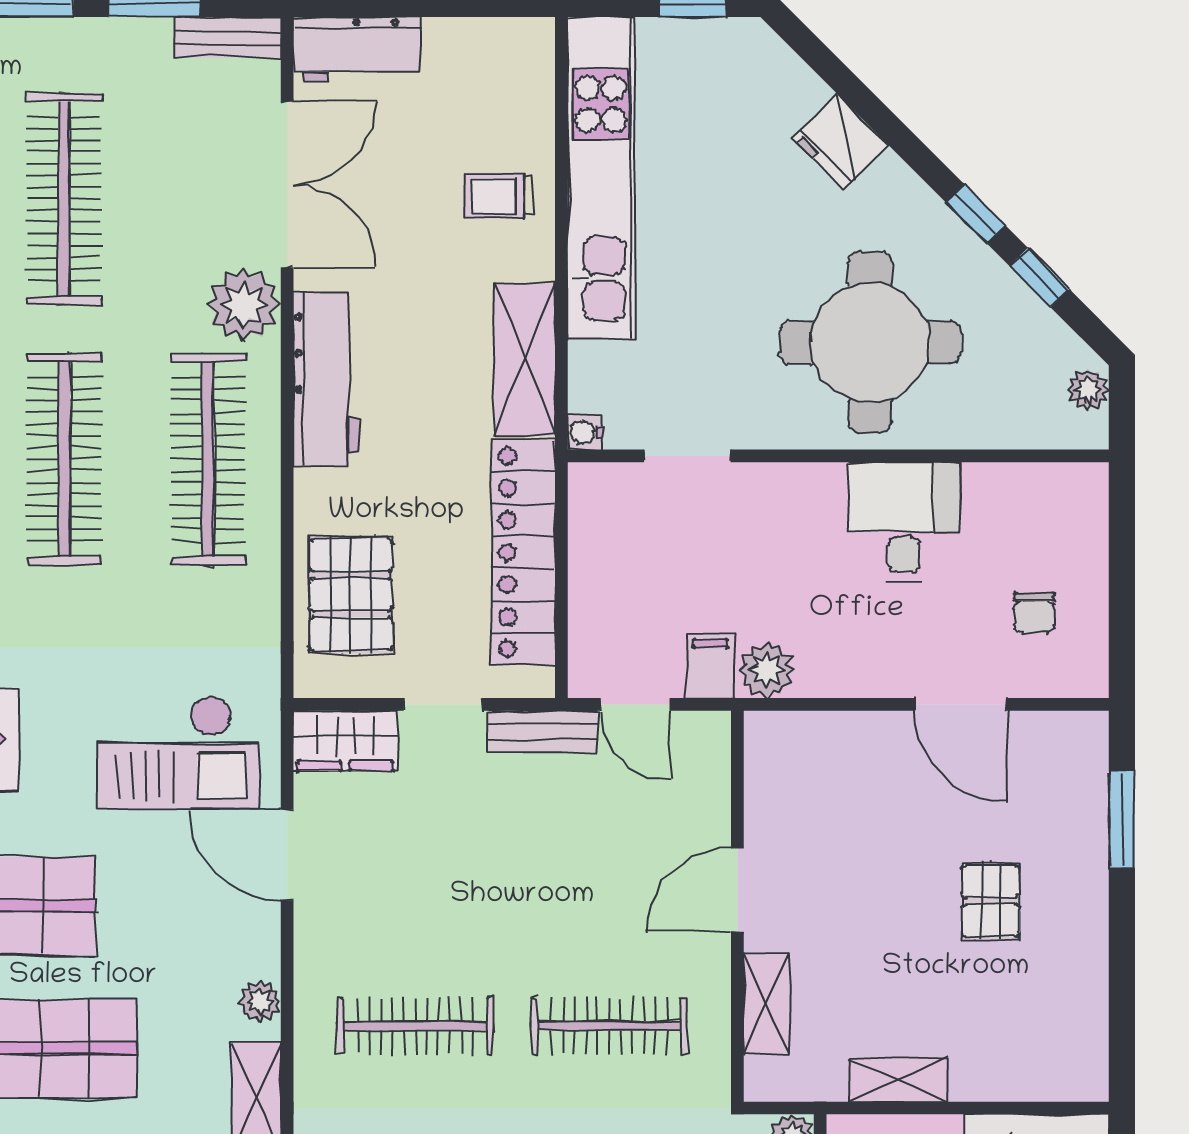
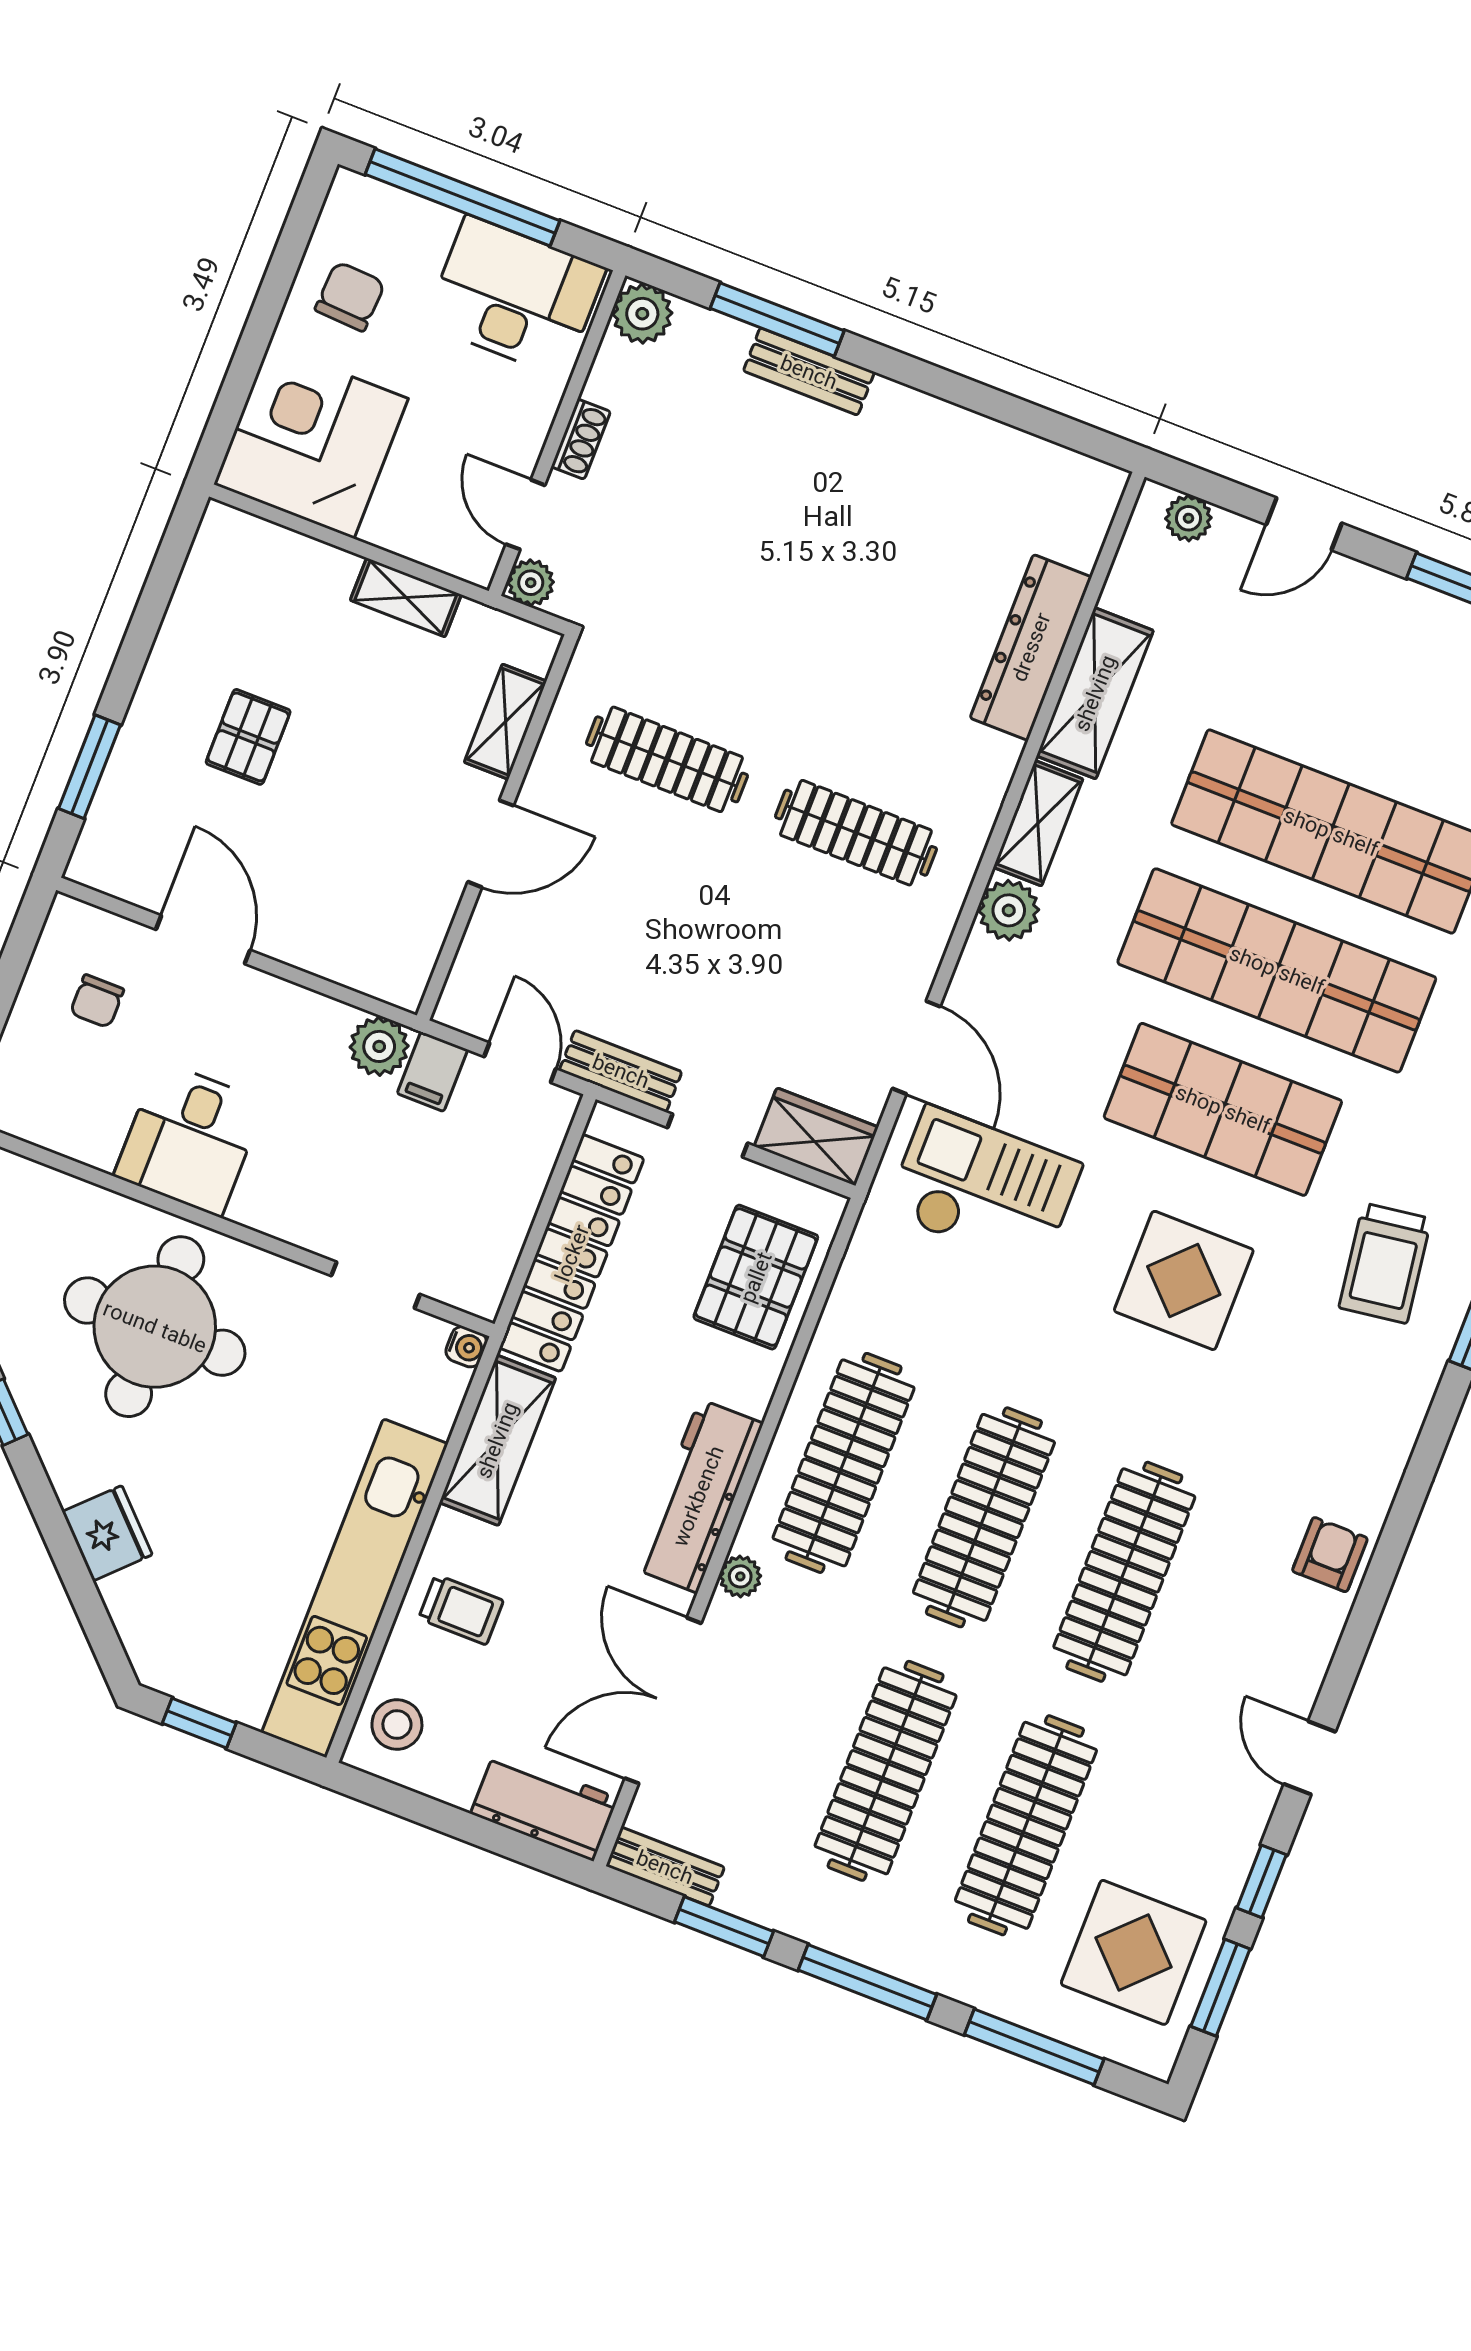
stool: (516, 71) -> (397, 1725), added
plant: (244, 305) -> (740, 1576), width x0.53, depth x0.53
chair: (1034, 613) -> (97, 1001), turned 180
plant: (260, 1001) -> (1009, 910), width x1.38, depth x1.38

